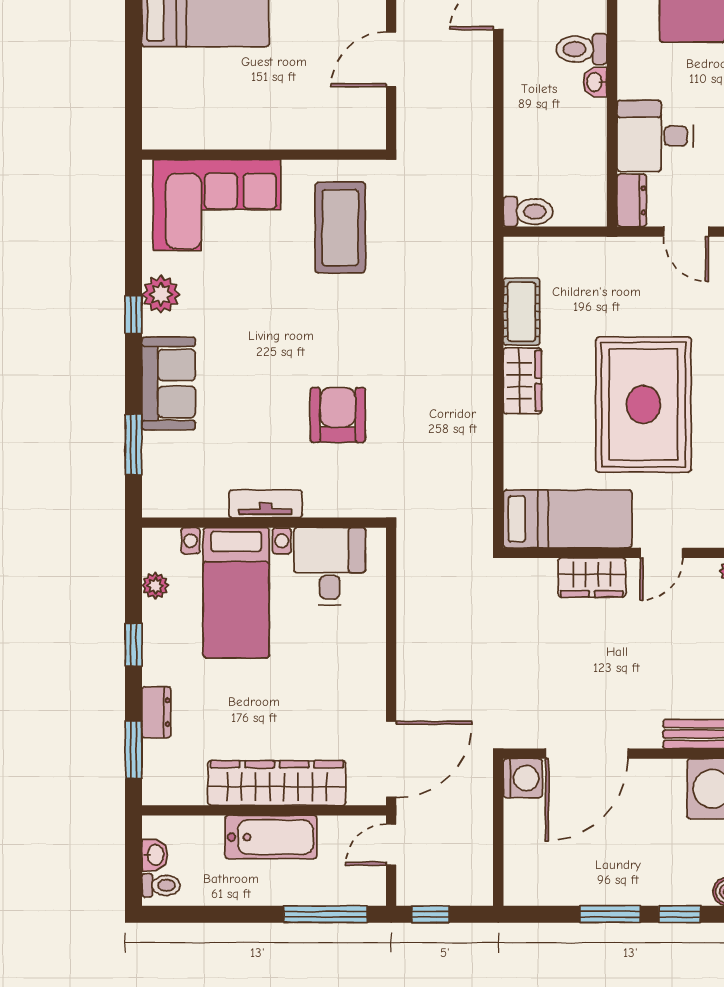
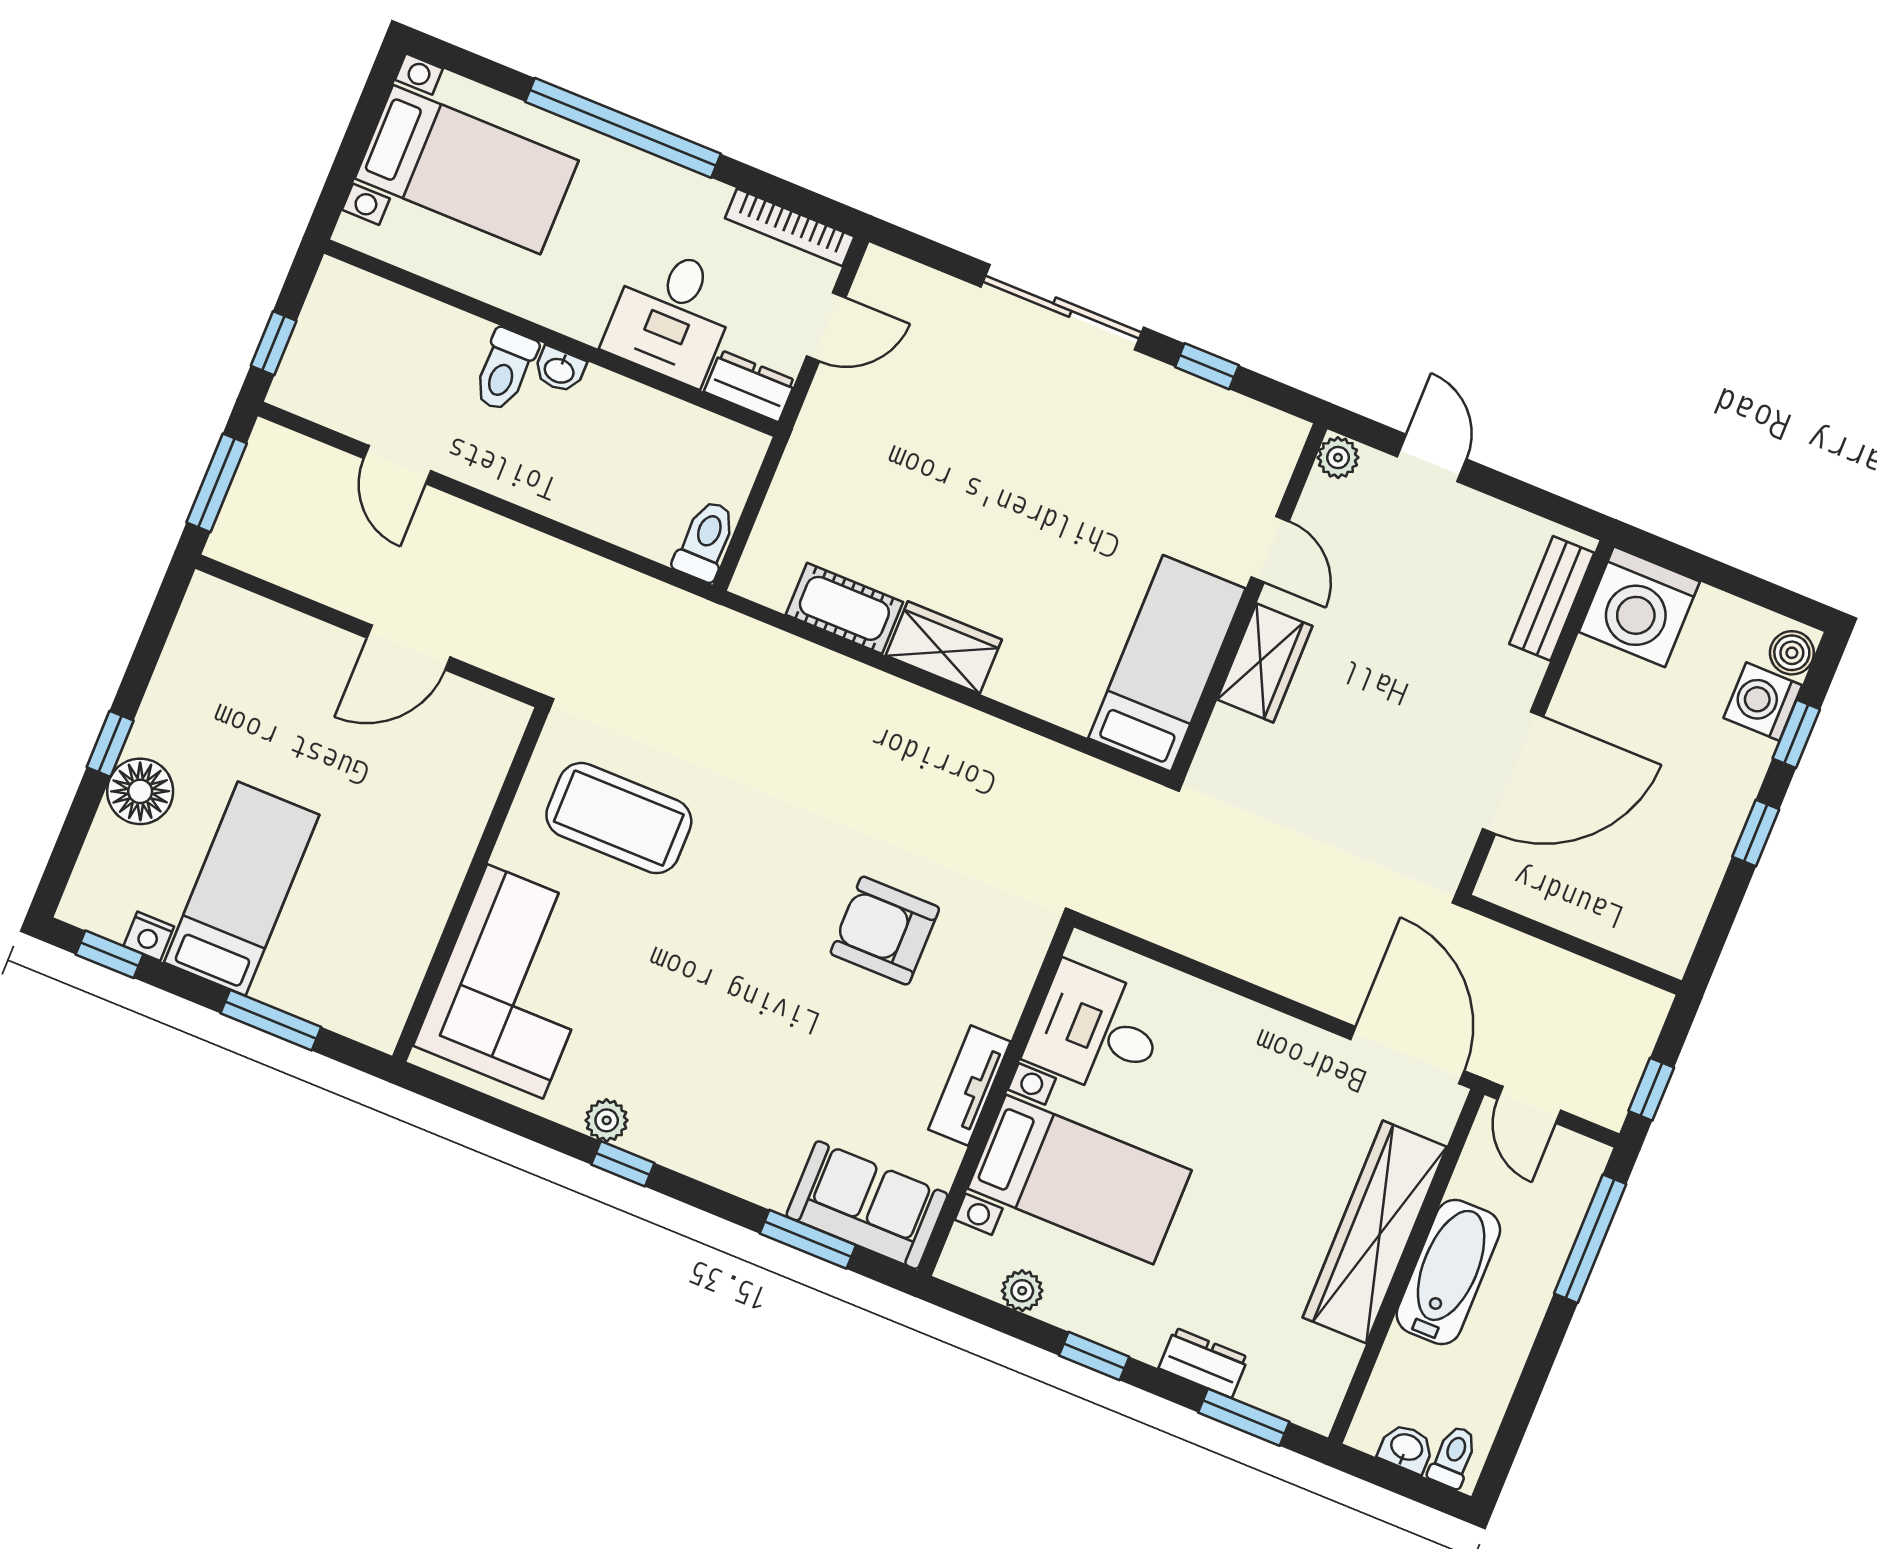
door: (391, 59) -> (408, 647), hinge flipped
window: (134, 68) -> (271, 1020), added
plant: (161, 294) -> (607, 1120), width x0.73, depth x0.73
sofa: (169, 383) -> (867, 1205), moved
rug: (643, 405) -> (1048, 488), removed
door: (587, 754) -> (1513, 773), hinge flipped
washing machine: (523, 778) -> (1763, 702), moved, turned -90
window: (610, 914) -> (1756, 833), width x0.67

